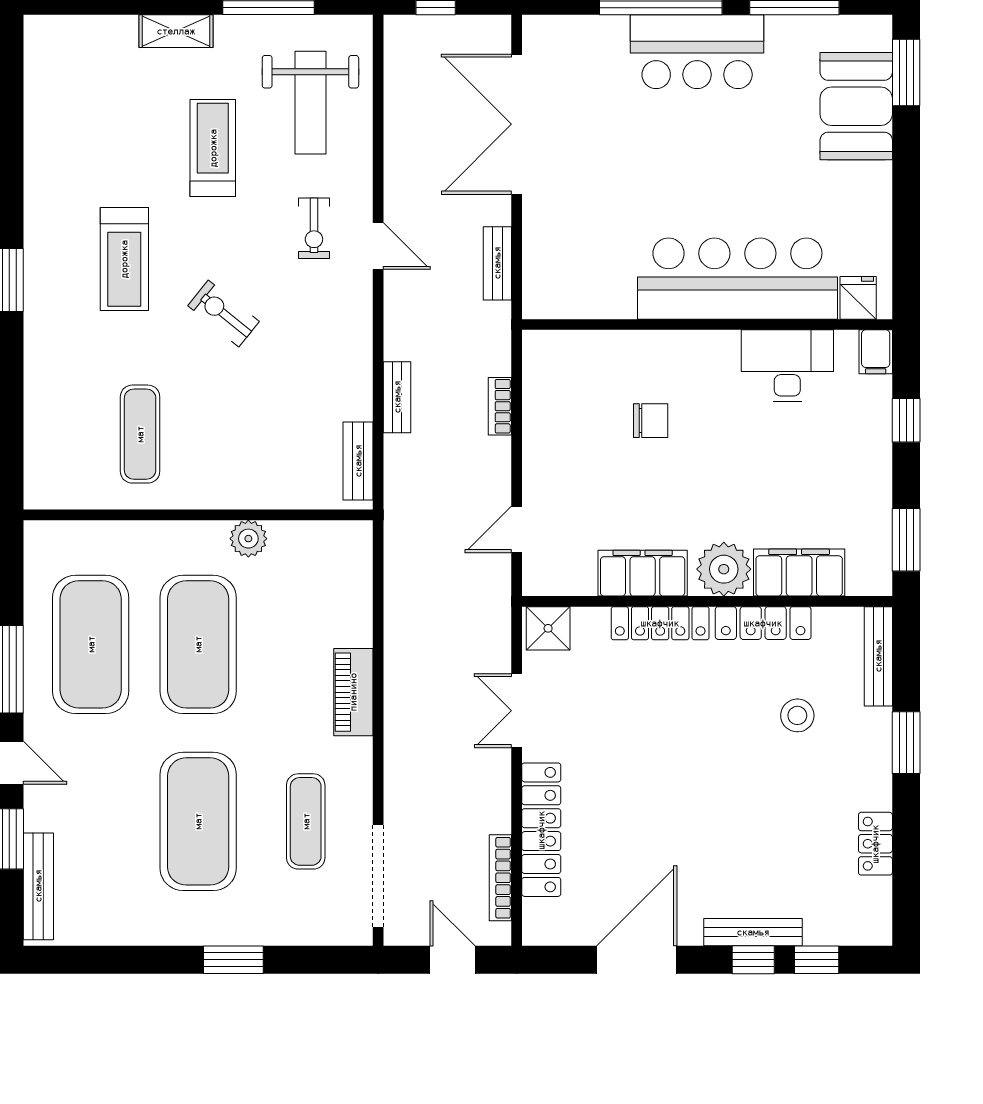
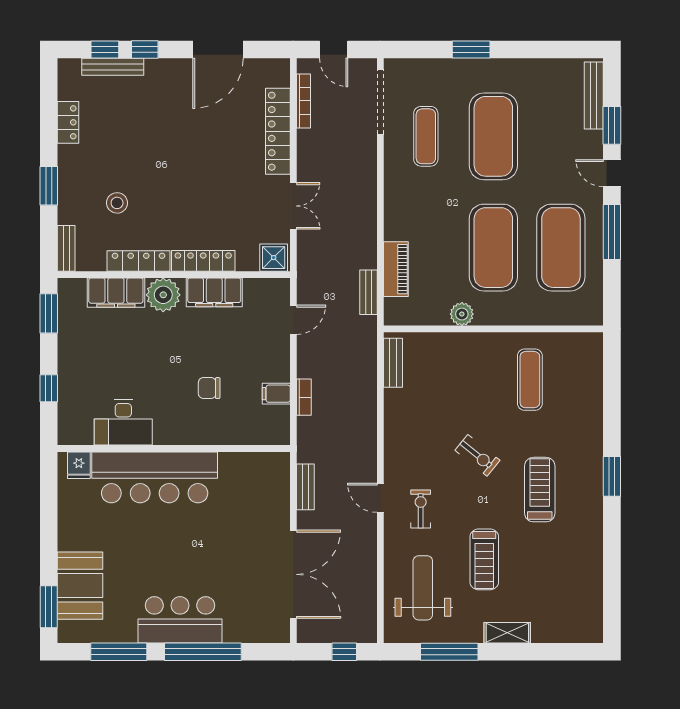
filing cabinet: (876, 352) -> (276, 394), moved, turned -90
bench: (397, 397) -> (368, 292), moved
bench: (878, 656) -> (66, 248), width x0.73
piano: (353, 692) -> (396, 269), moved
bench: (753, 932) -> (113, 67), moved

